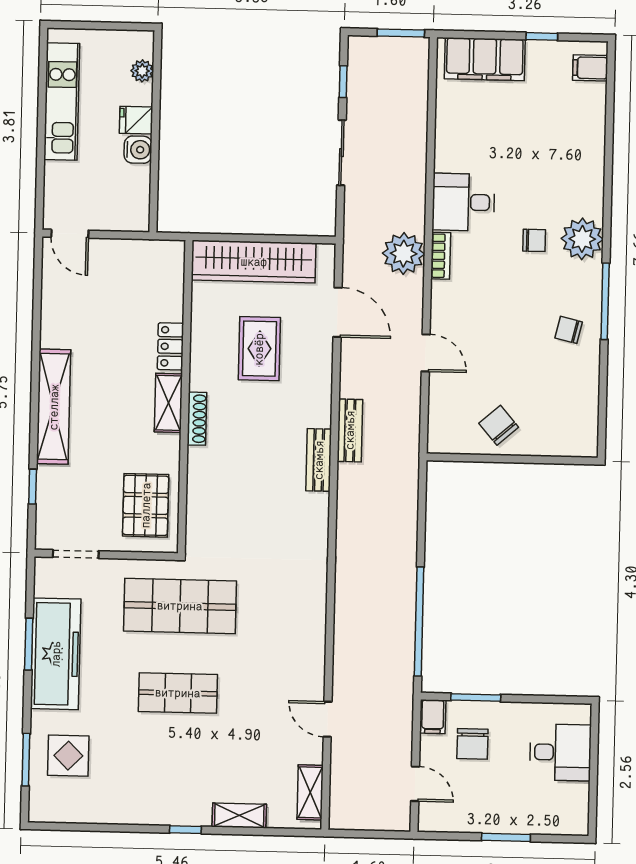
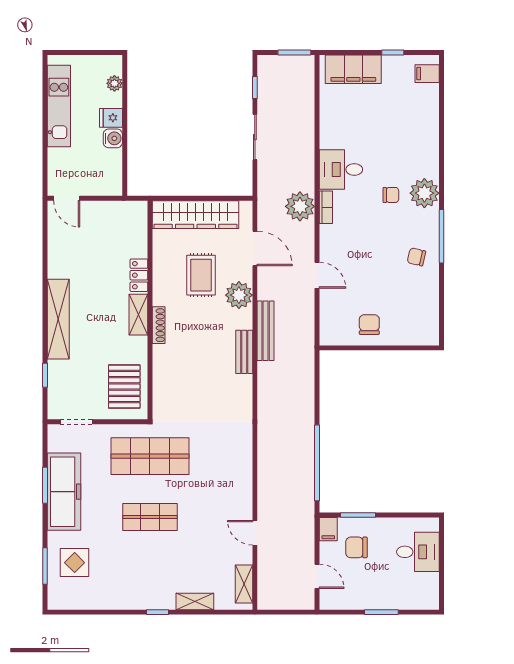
plant: (313, 378) -> (239, 295), added
chair: (499, 425) -> (369, 325), turned 41
bench: (350, 430) -> (266, 331), width x1.36
chair: (472, 744) -> (356, 547), turned 90

